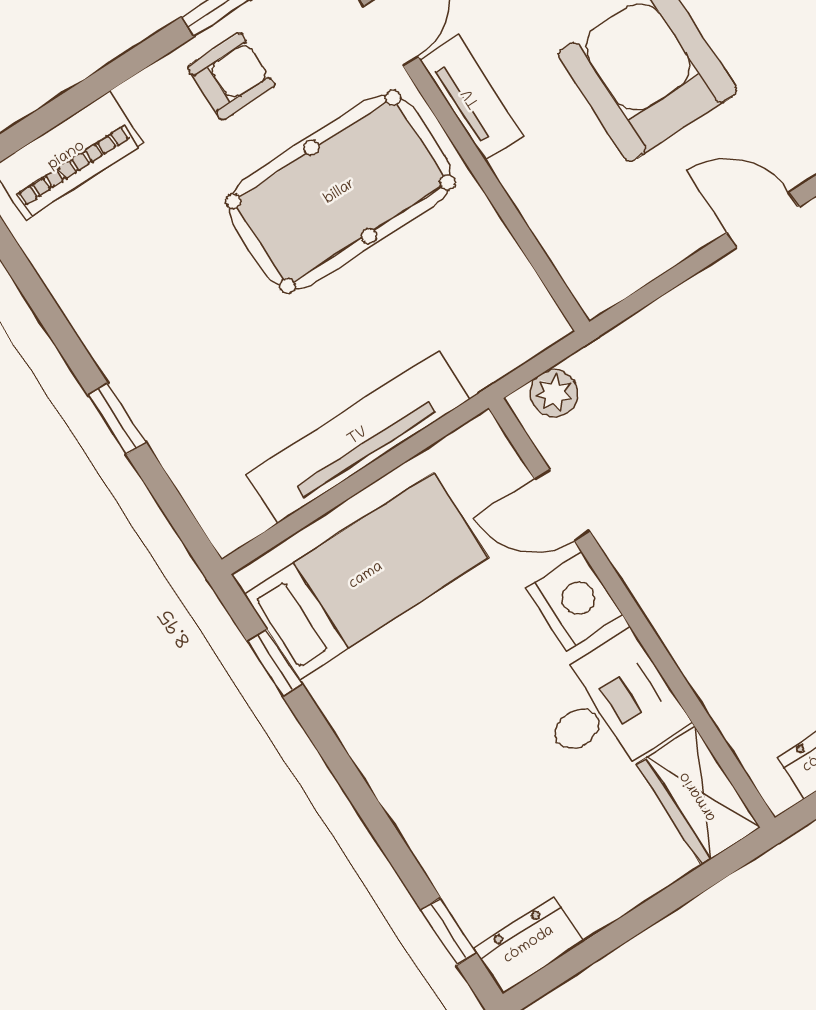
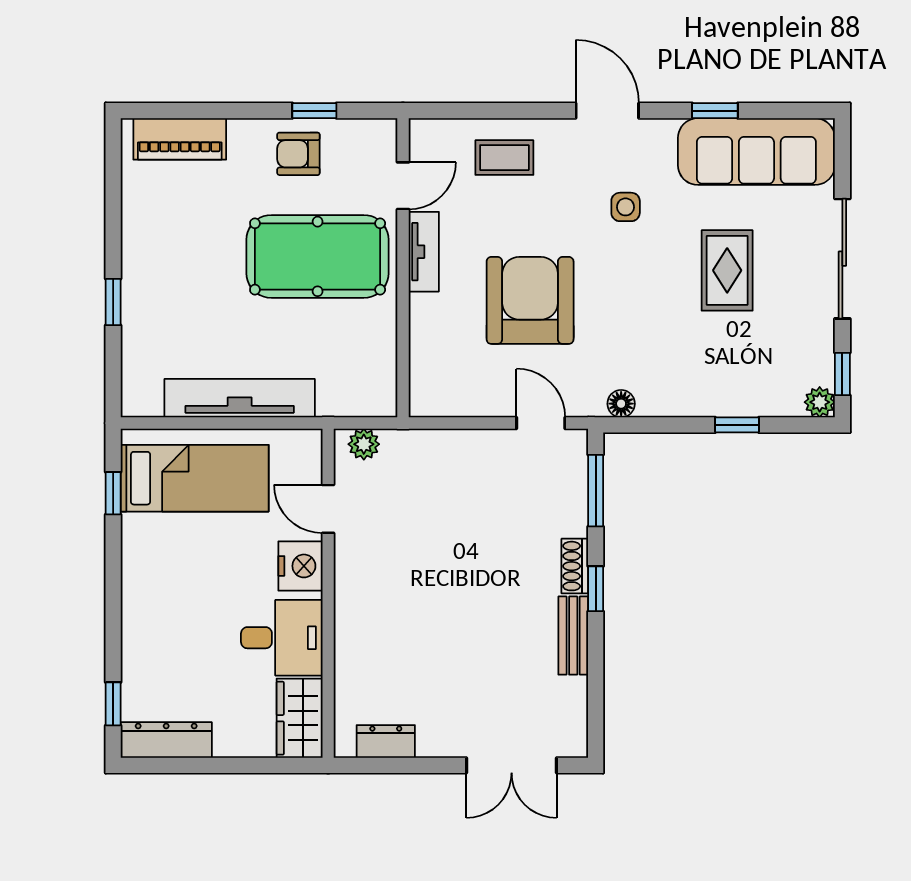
armchair: (231, 77) -> (298, 154), turned 180
dresser: (529, 945) -> (166, 740), width x1.44

